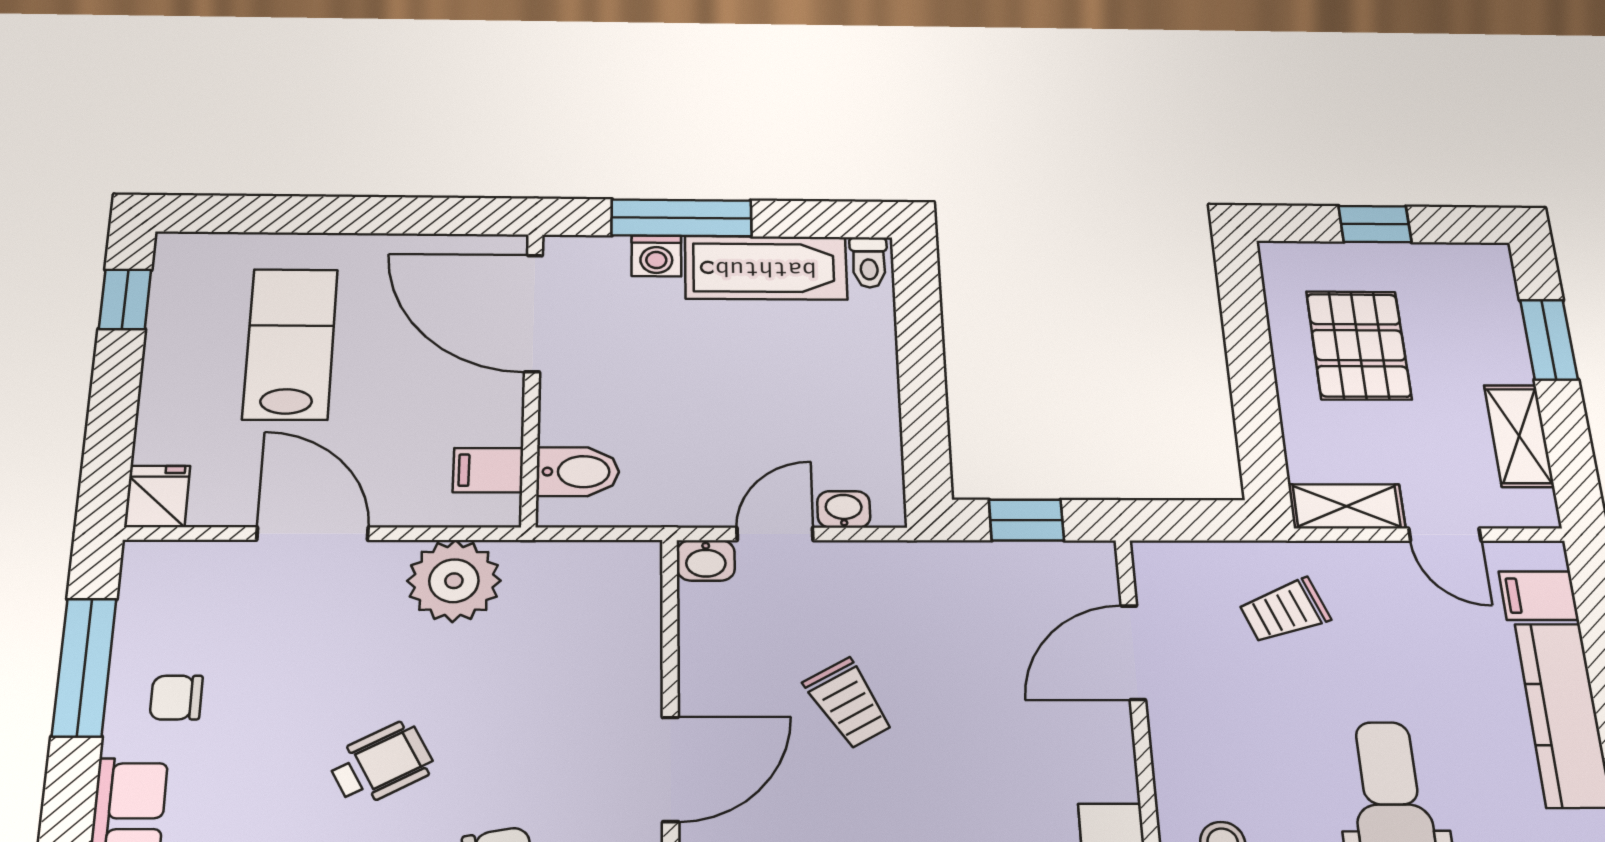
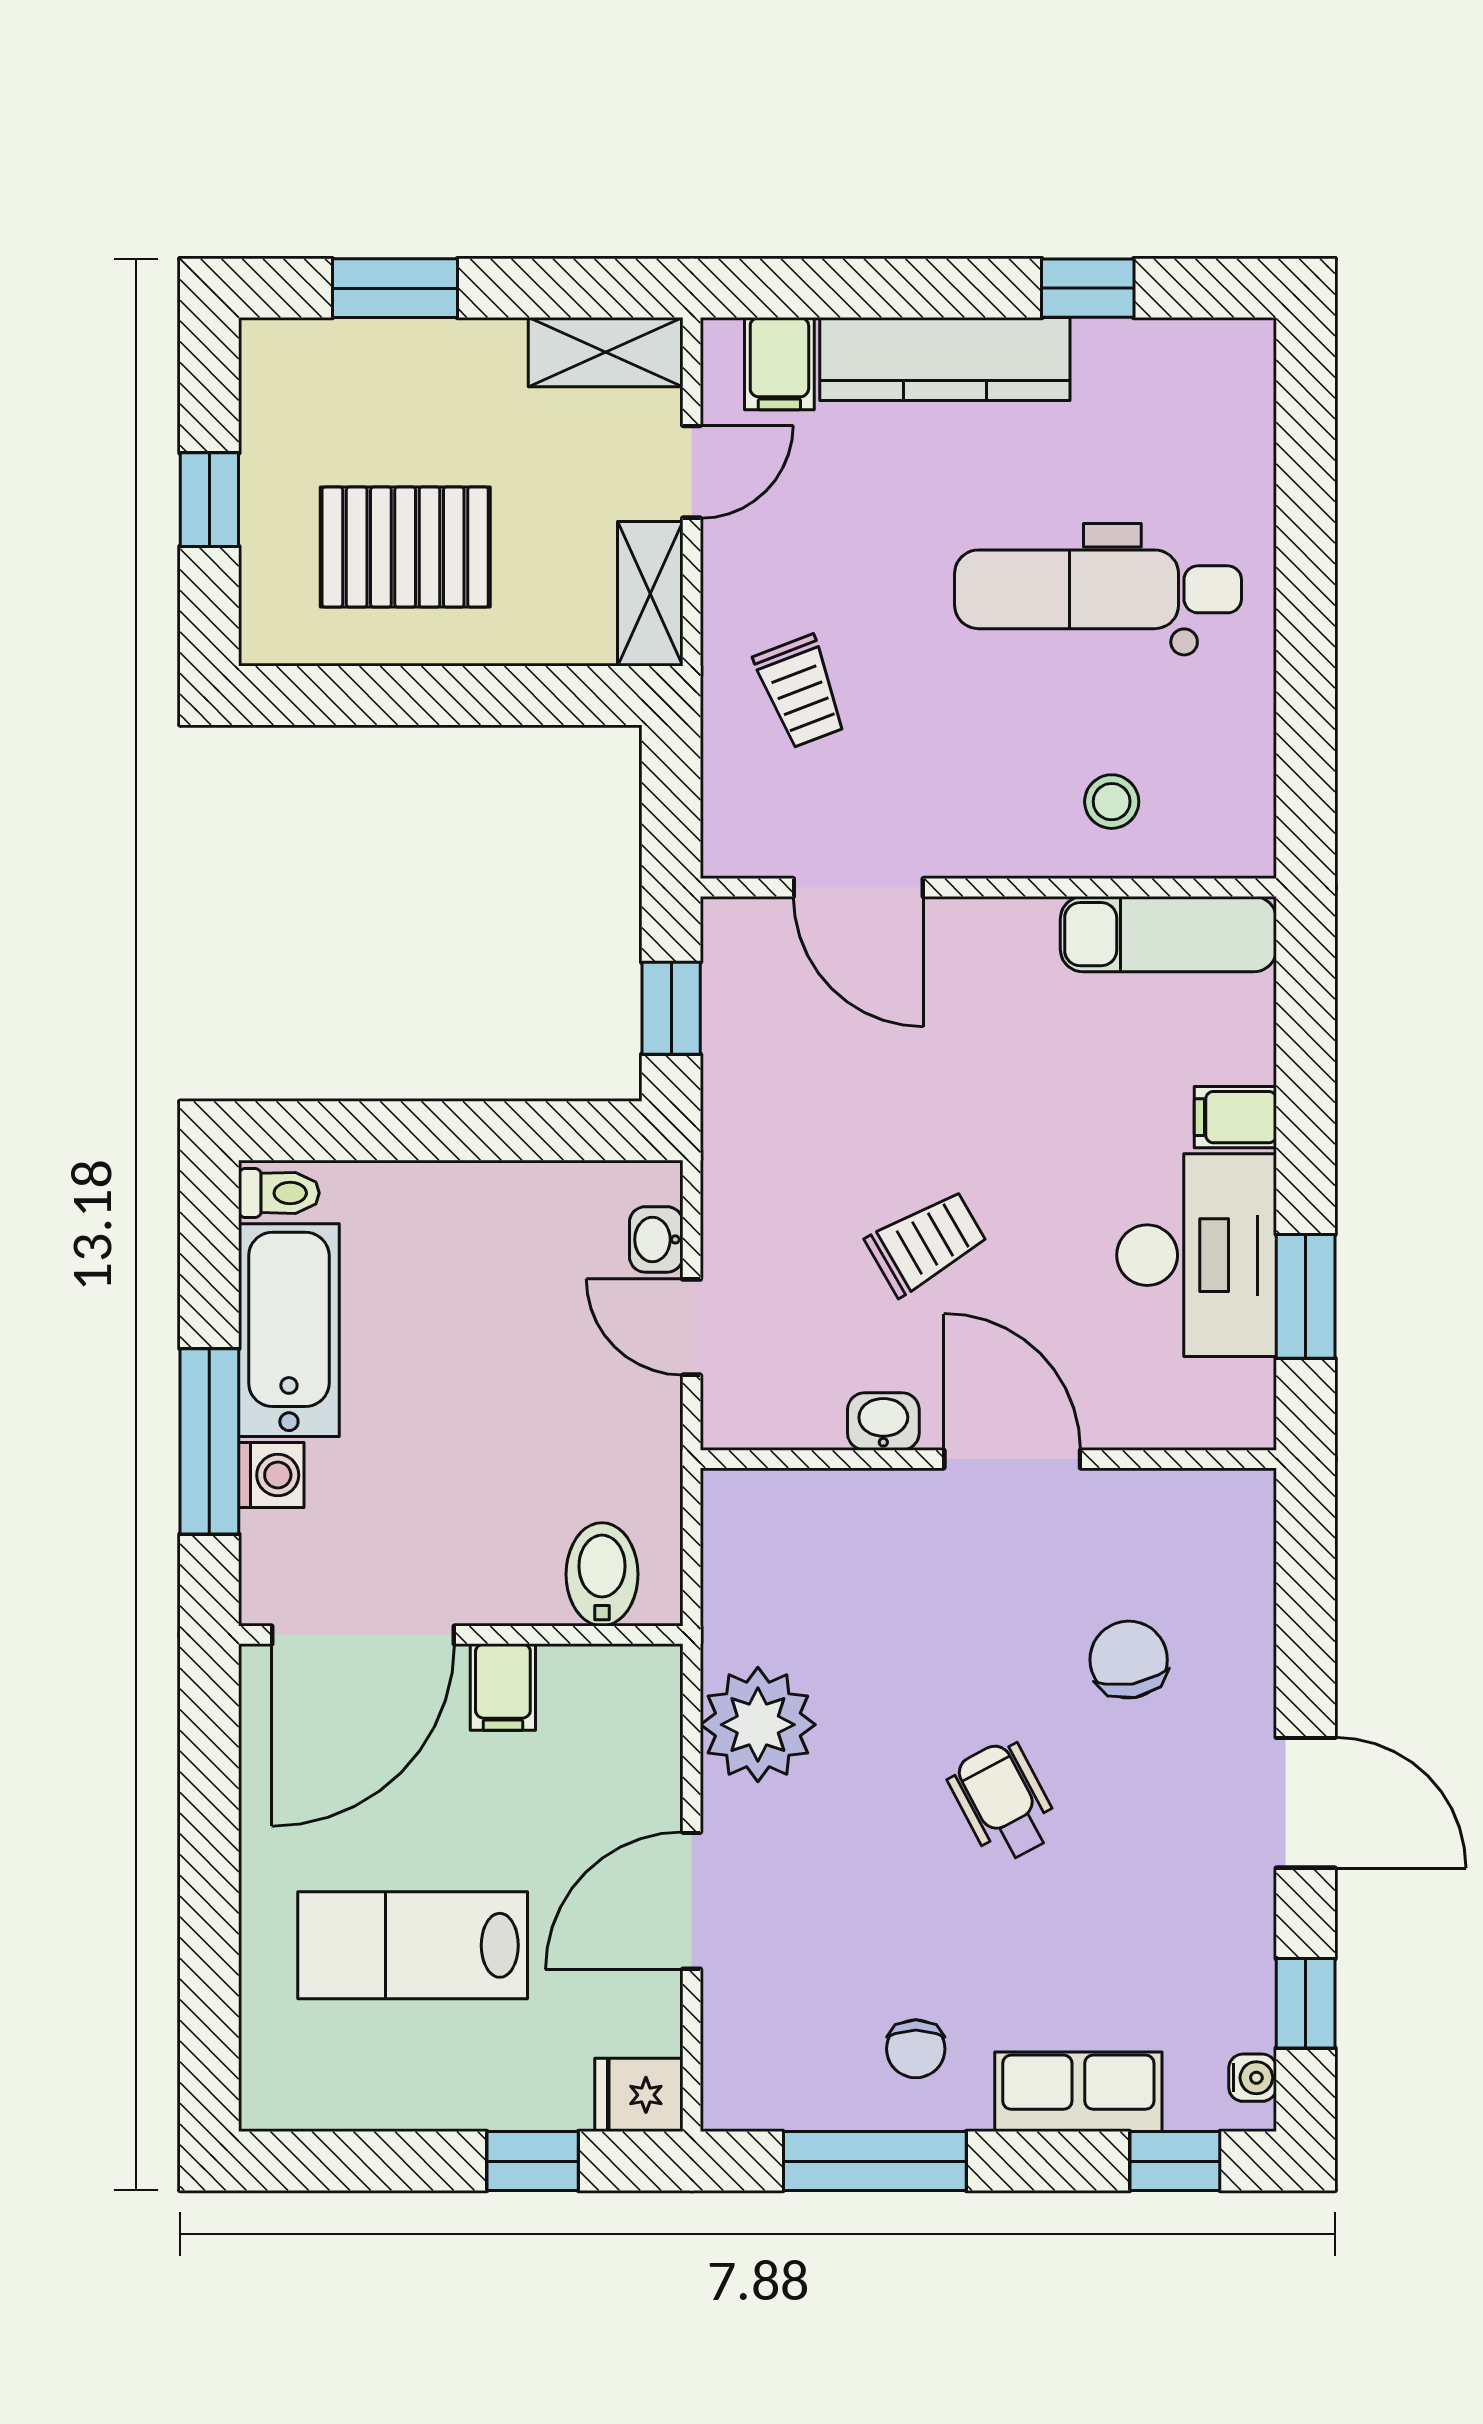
window: (125, 299) -> (533, 2161), moved
shelving: (1519, 436) -> (606, 352), moved
filing cabinet: (488, 470) -> (503, 1687), moved
washbasin: (706, 560) -> (883, 1421), moved, turned -90

